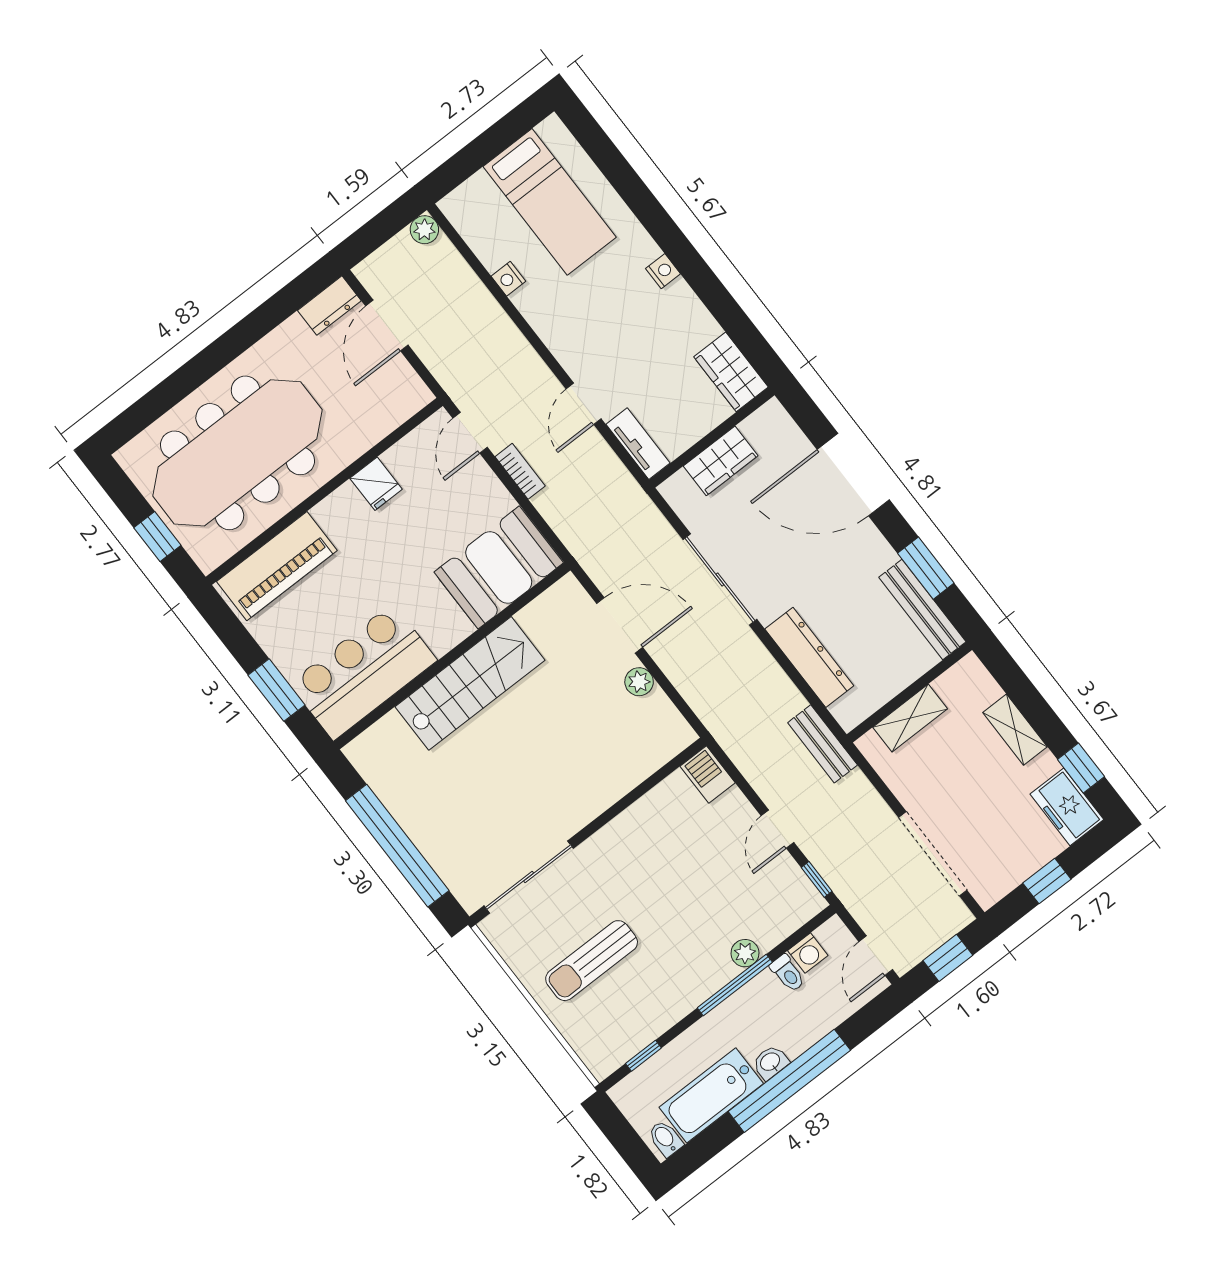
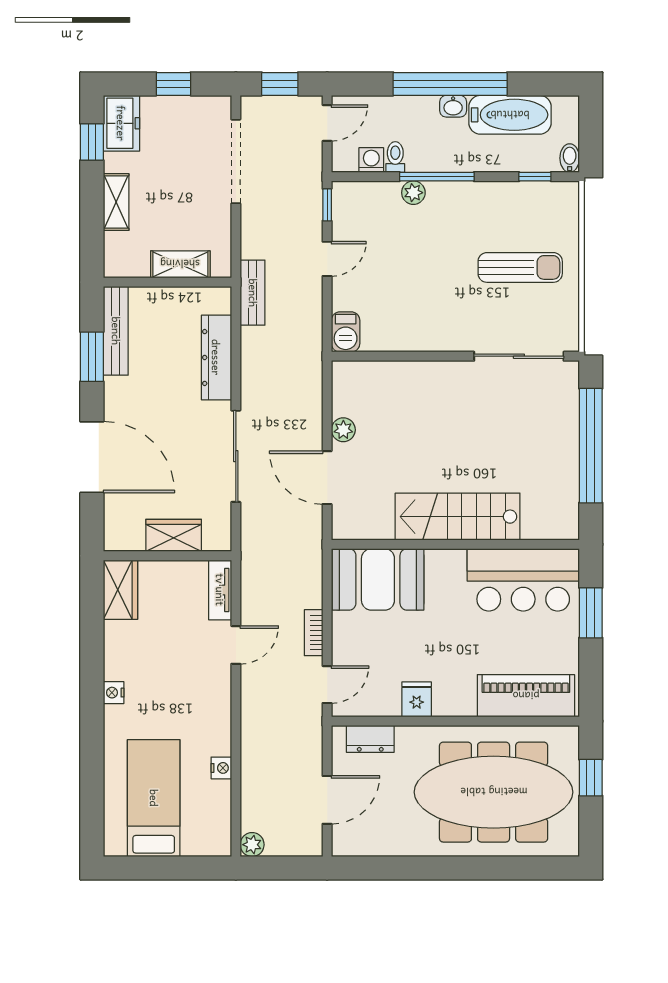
dresser: (329, 306) -> (370, 739), moved, turned 180
bidet: (665, 1139) -> (570, 158), moved, turned 180

